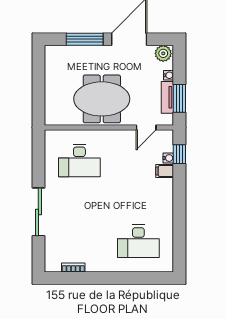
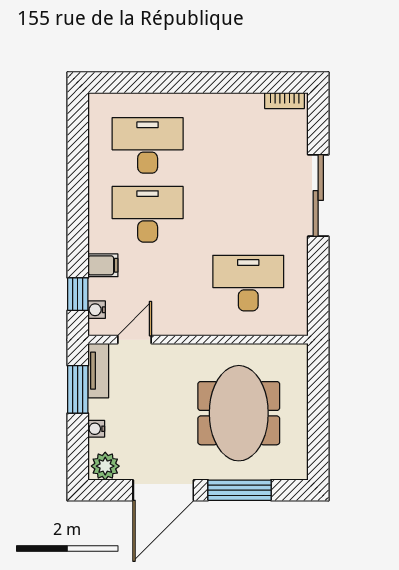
tv unit: (167, 97) -> (98, 371), moved
meeting table: (102, 99) -> (239, 413), moved, turned 90
water cooler: (168, 158) -> (97, 310), moved
desk: (138, 201) -> (148, 214), added
bookcase: (73, 267) -> (285, 101), moved

